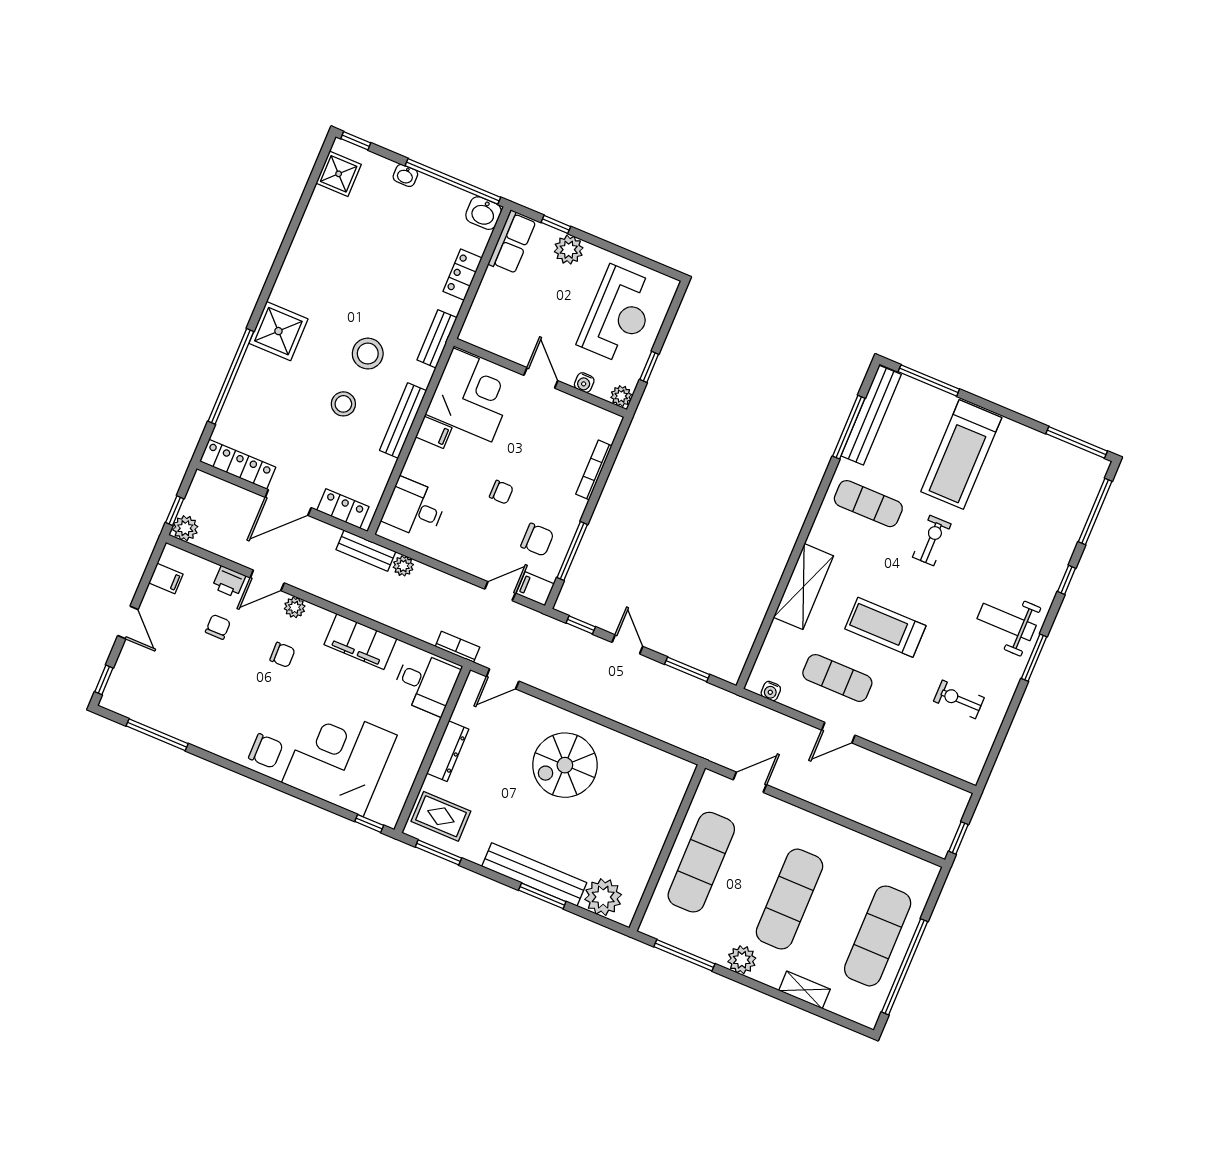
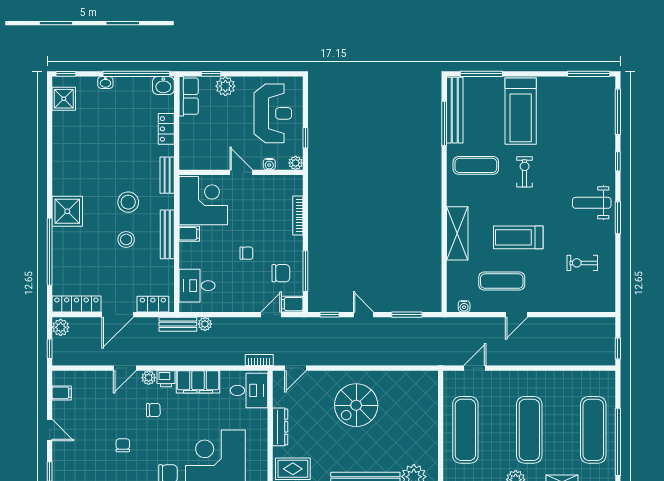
plant: (185, 528) -> (61, 327), moved
printer: (229, 582) -> (166, 379), moved
chair: (218, 627) -> (123, 445), moved

